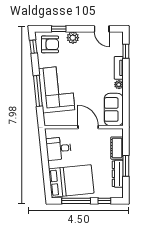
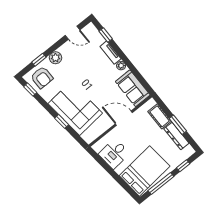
armchair: (50, 44) -> (42, 77), turned 90
window: (38, 91) -> (62, 121), width x0.46

